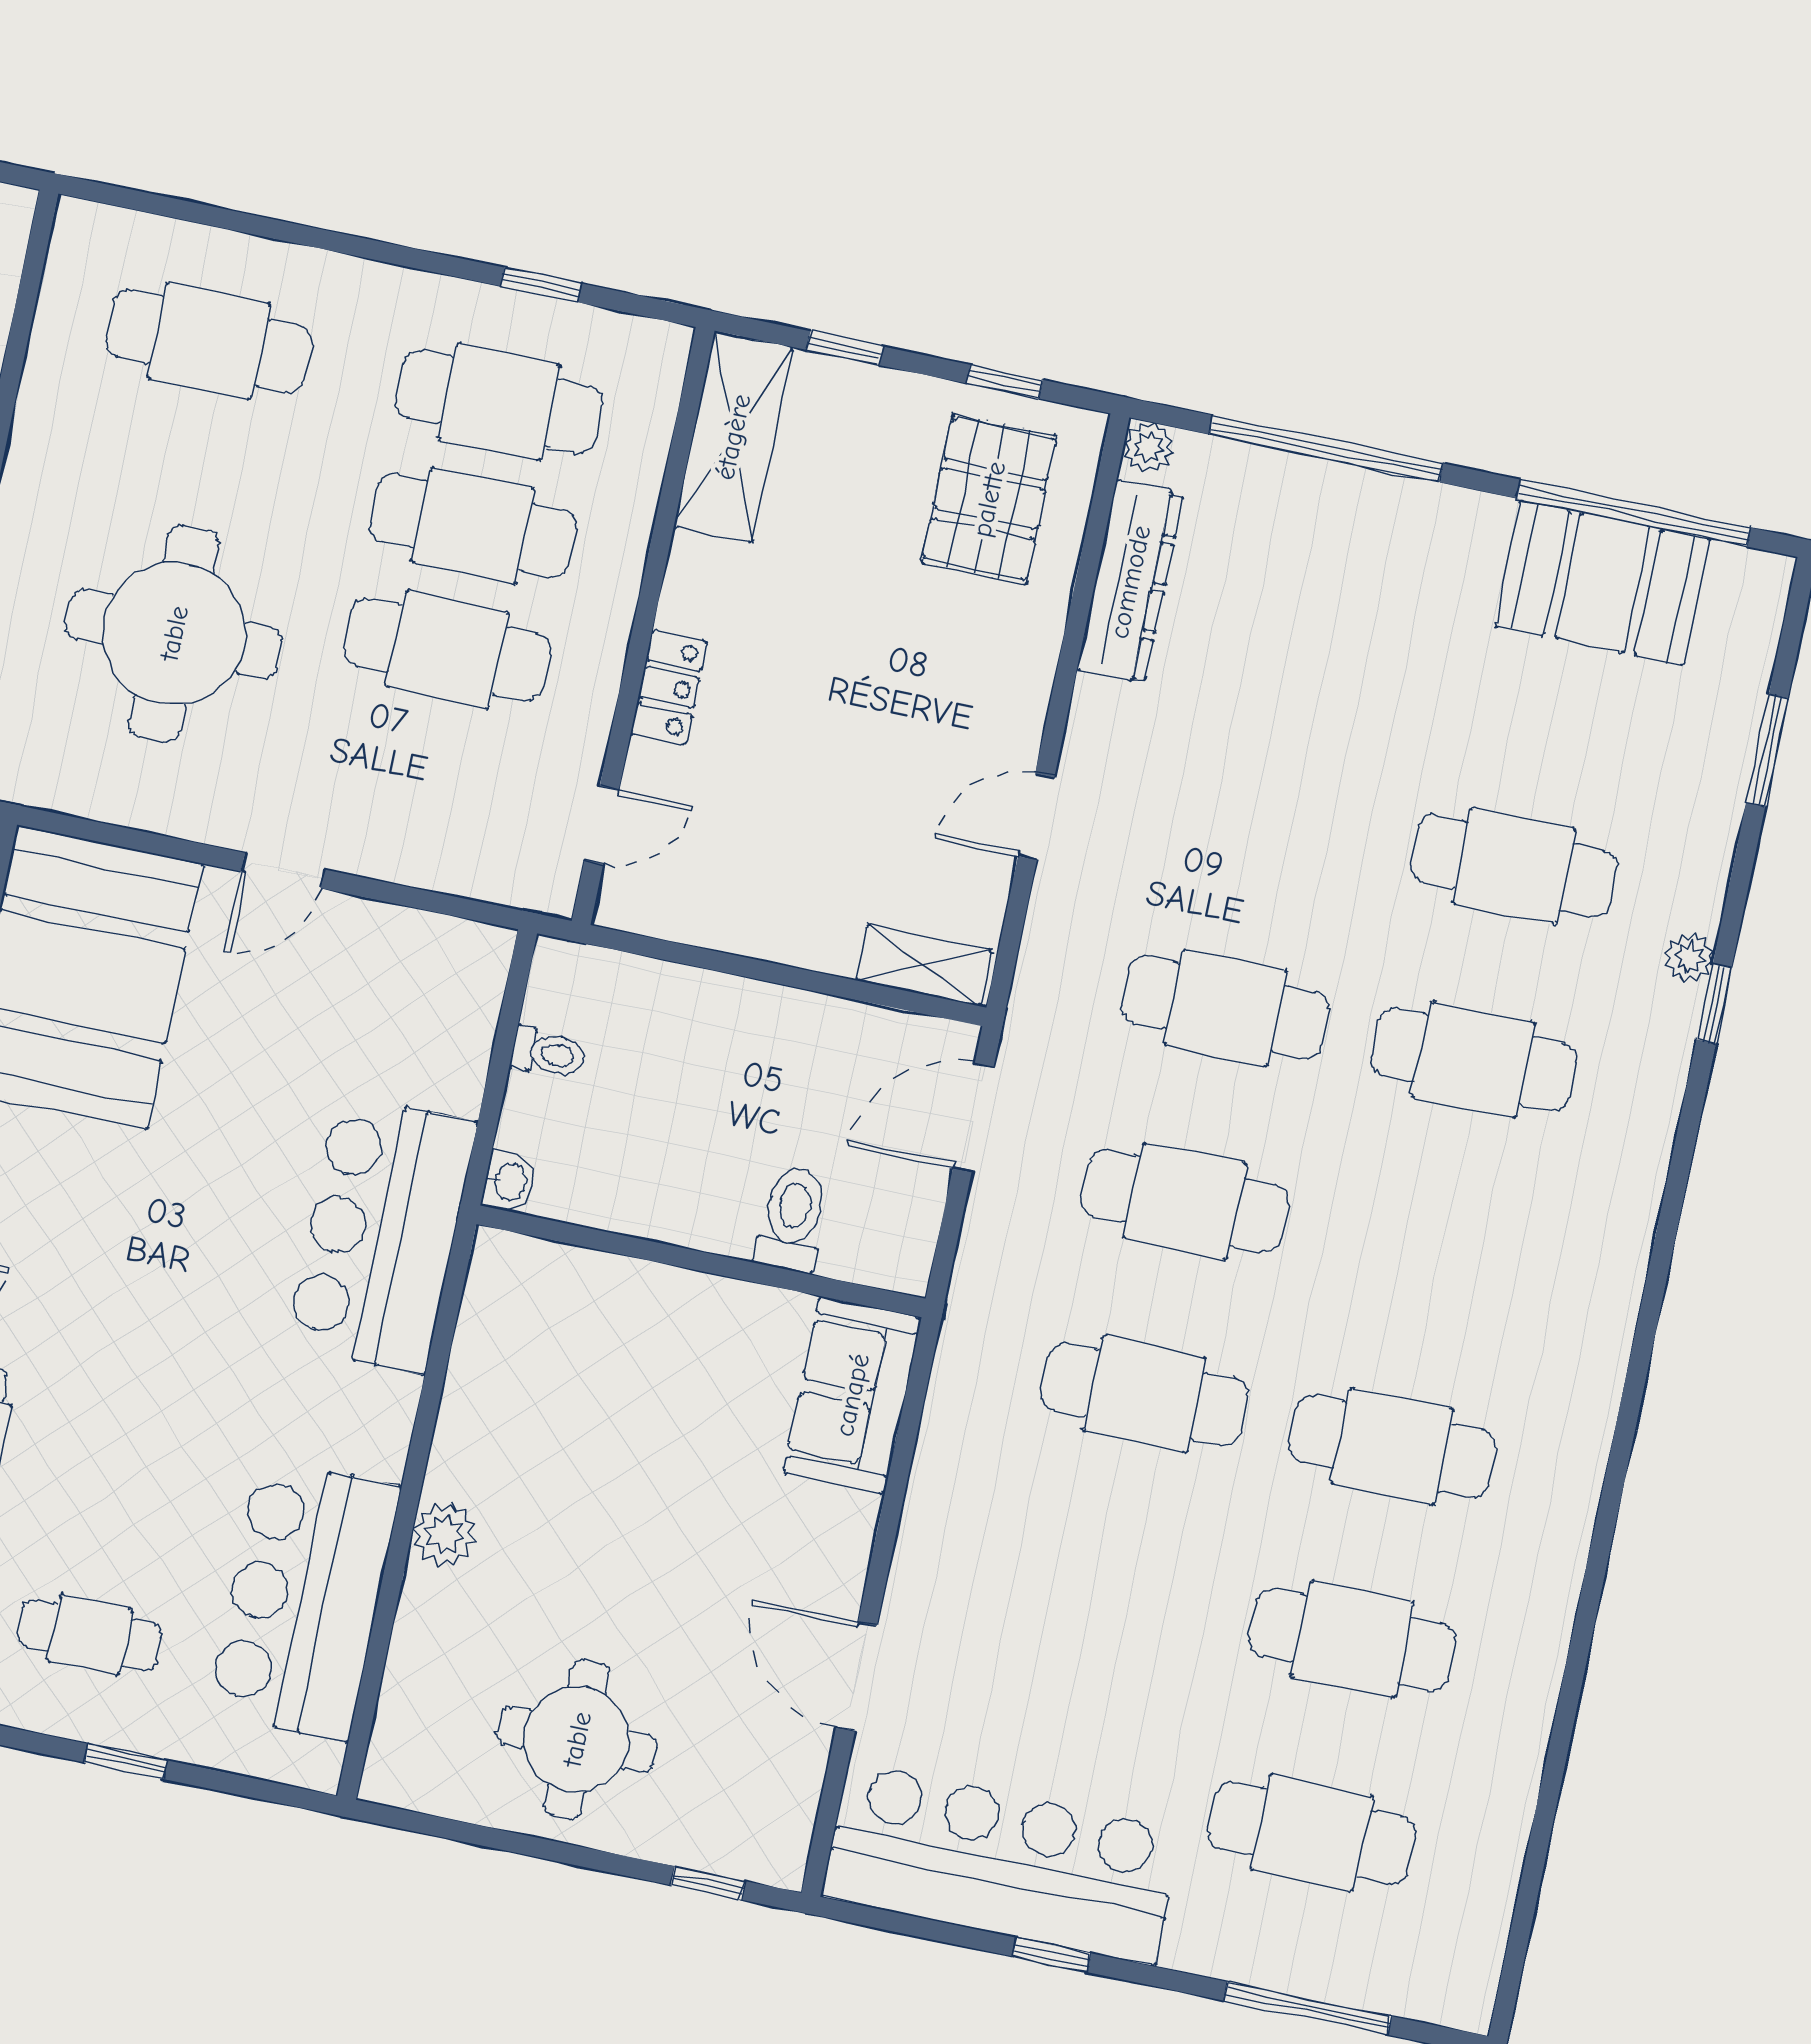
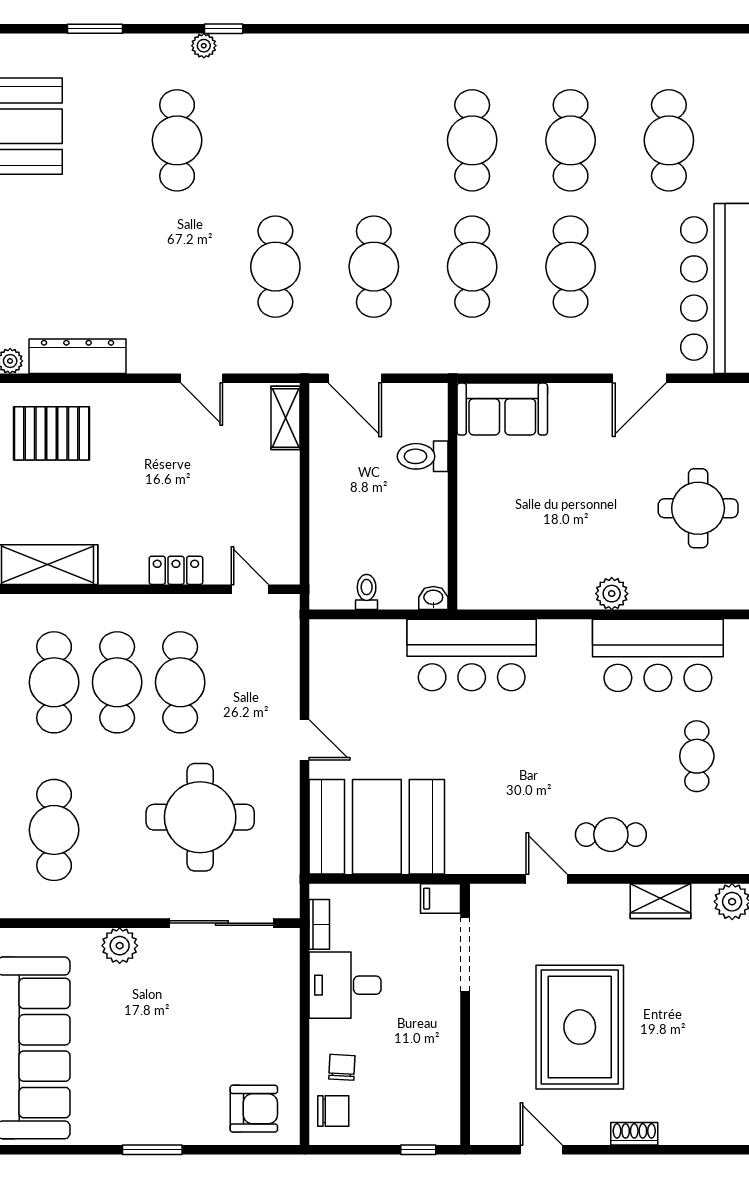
cafe table: (1473, 1059) -> (571, 267), moved

